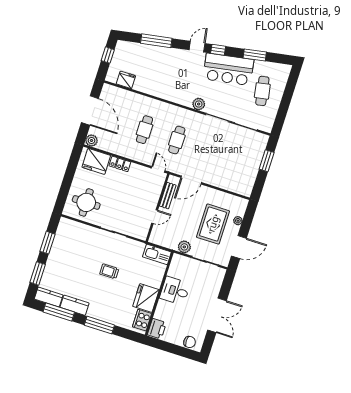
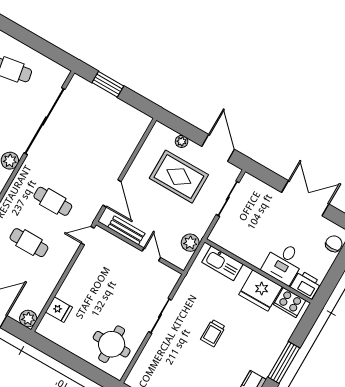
fridge: (96, 161) -> (59, 310), width x0.53, depth x0.75
locker: (120, 164) -> (69, 286), removed
plant: (184, 247) -> (190, 243), moved
kitchen sink: (157, 254) -> (222, 263), moved, turned 90
desk: (175, 291) -> (283, 263), moved

